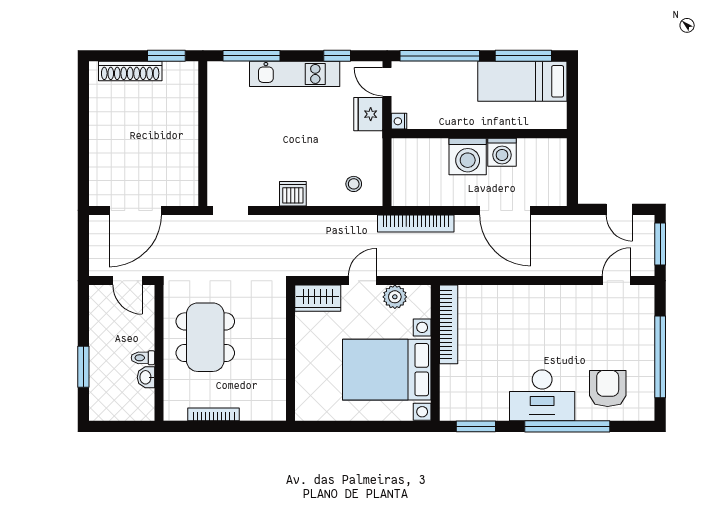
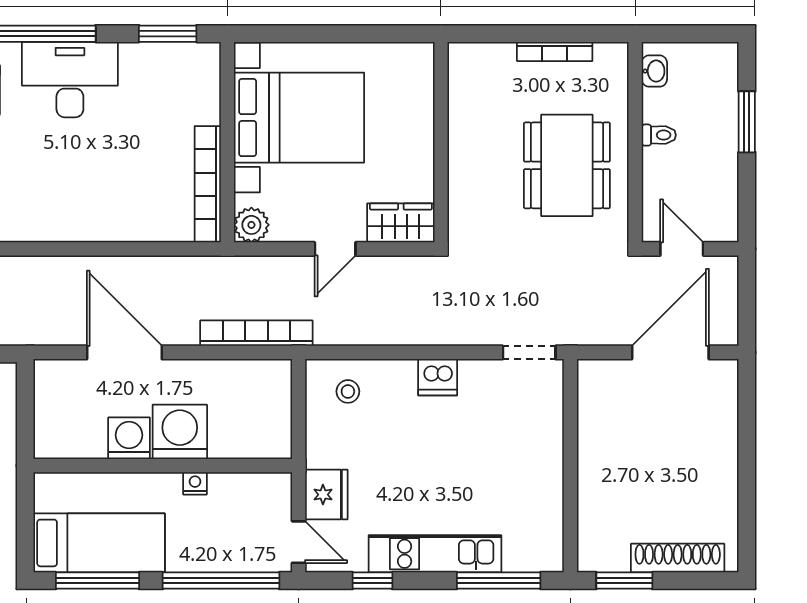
nightstand: (399, 121) -> (195, 483), moved, turned -90
plant: (395, 297) -> (251, 225), moved
washbasin: (146, 377) -> (654, 71), moved

